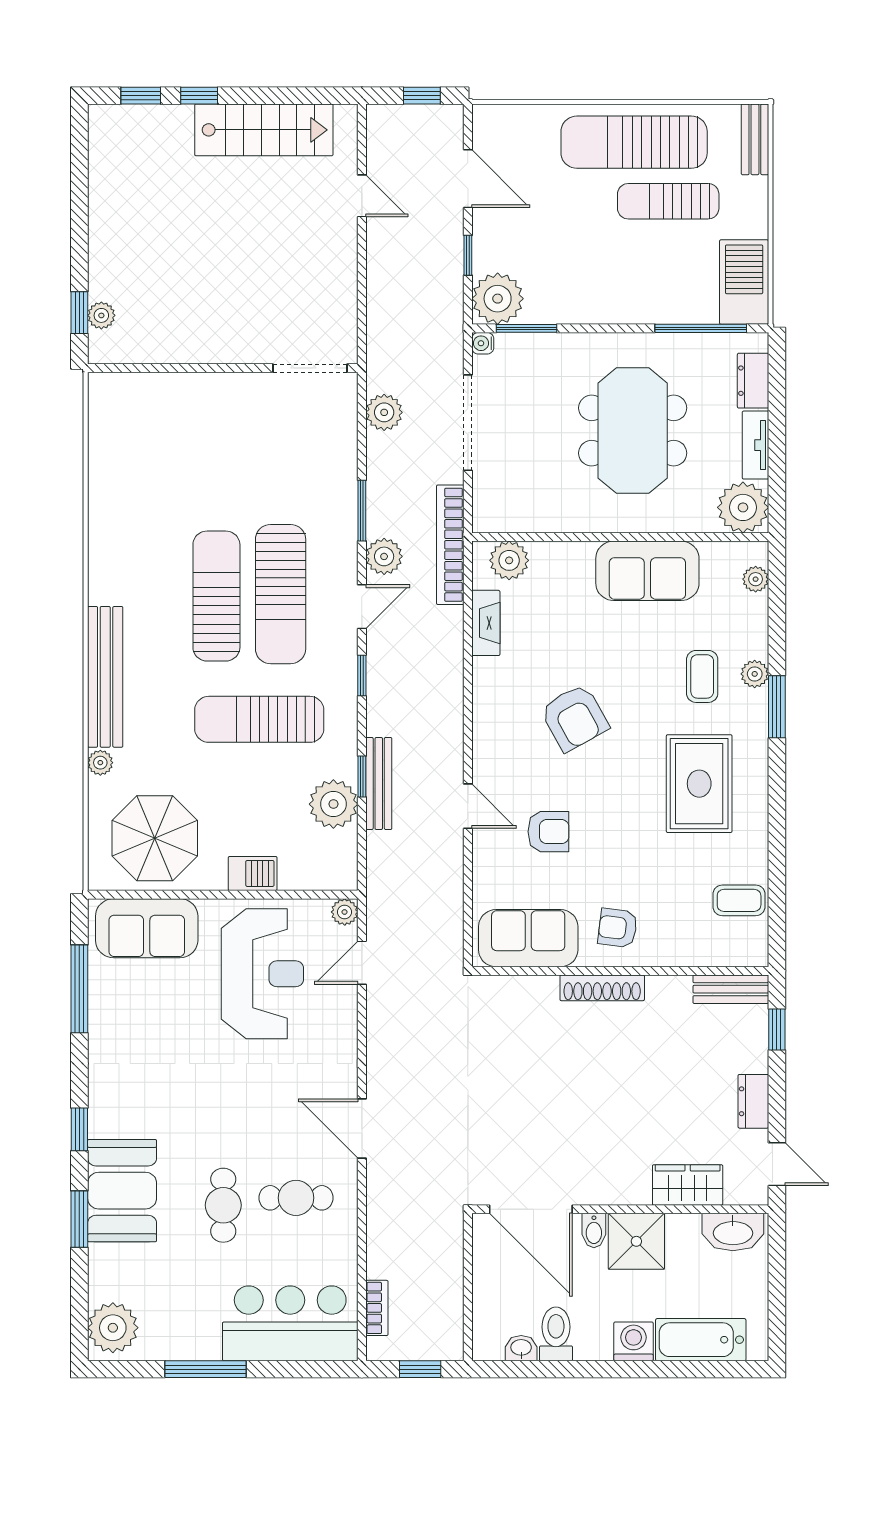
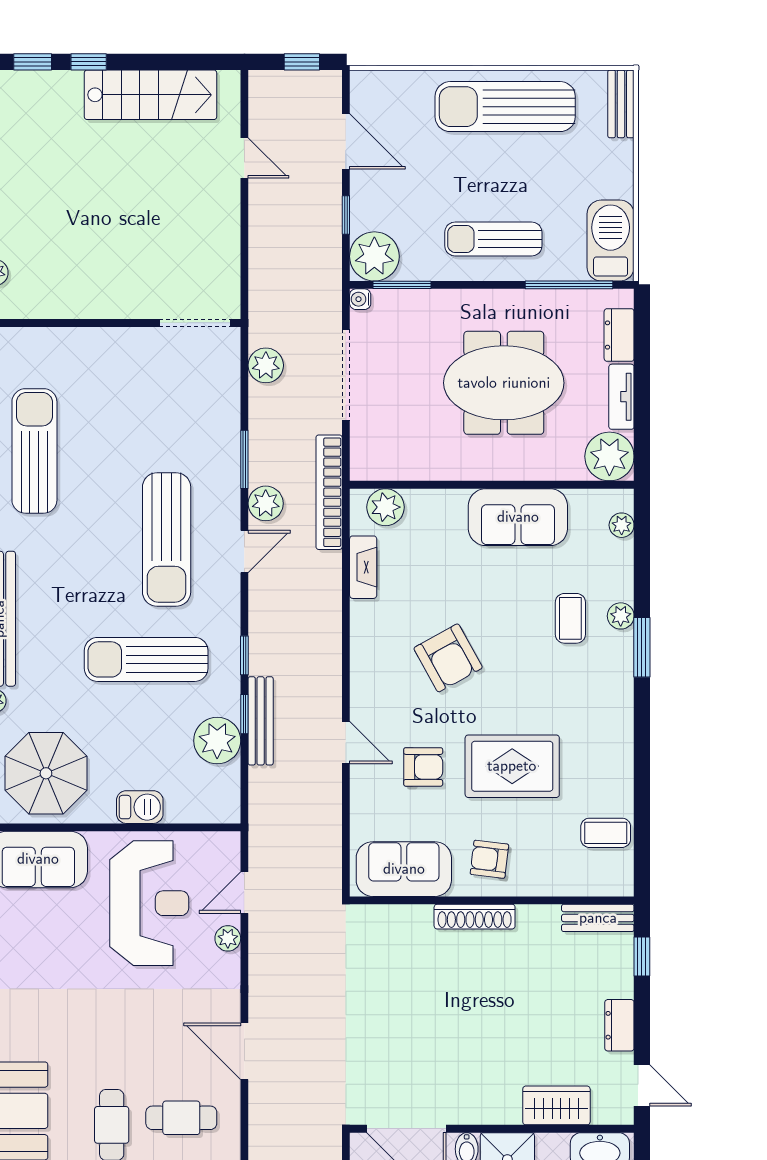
sun lounger: (668, 201) -> (493, 239), moved
meeting table: (633, 431) -> (504, 383), turned 90
sun lounger: (216, 596) -> (34, 451), moved
window: (362, 676) -> (244, 655), moved
rug: (699, 784) -> (512, 766), moved, turned 90
plant: (345, 912) -> (228, 938), moved

